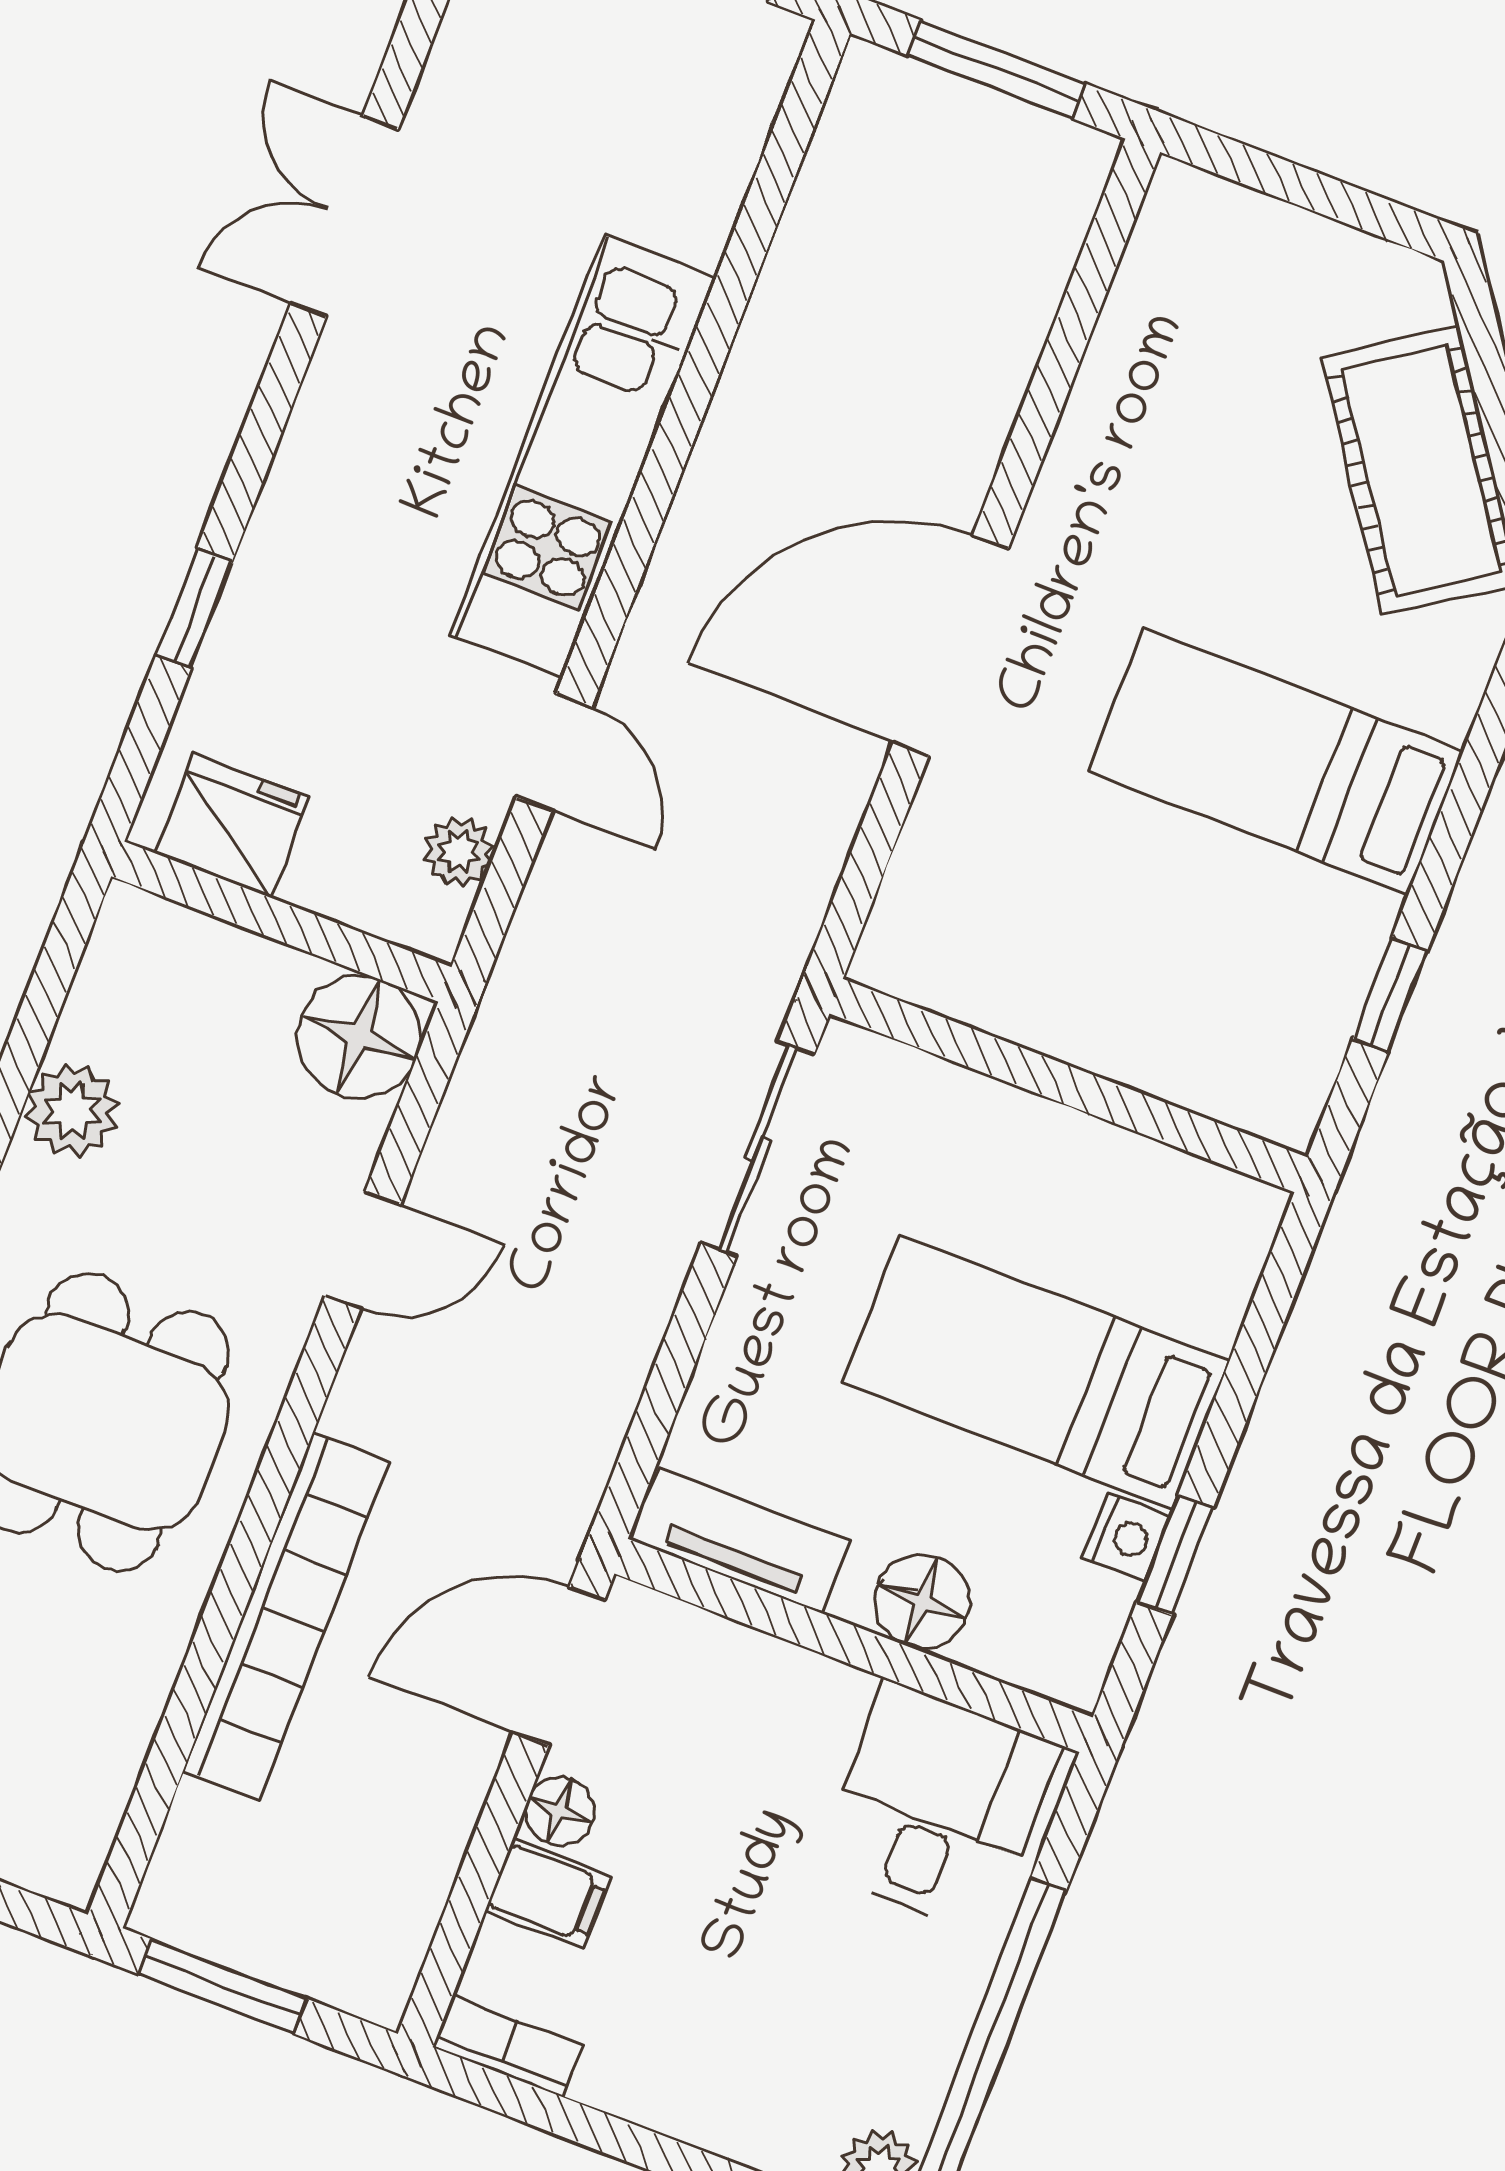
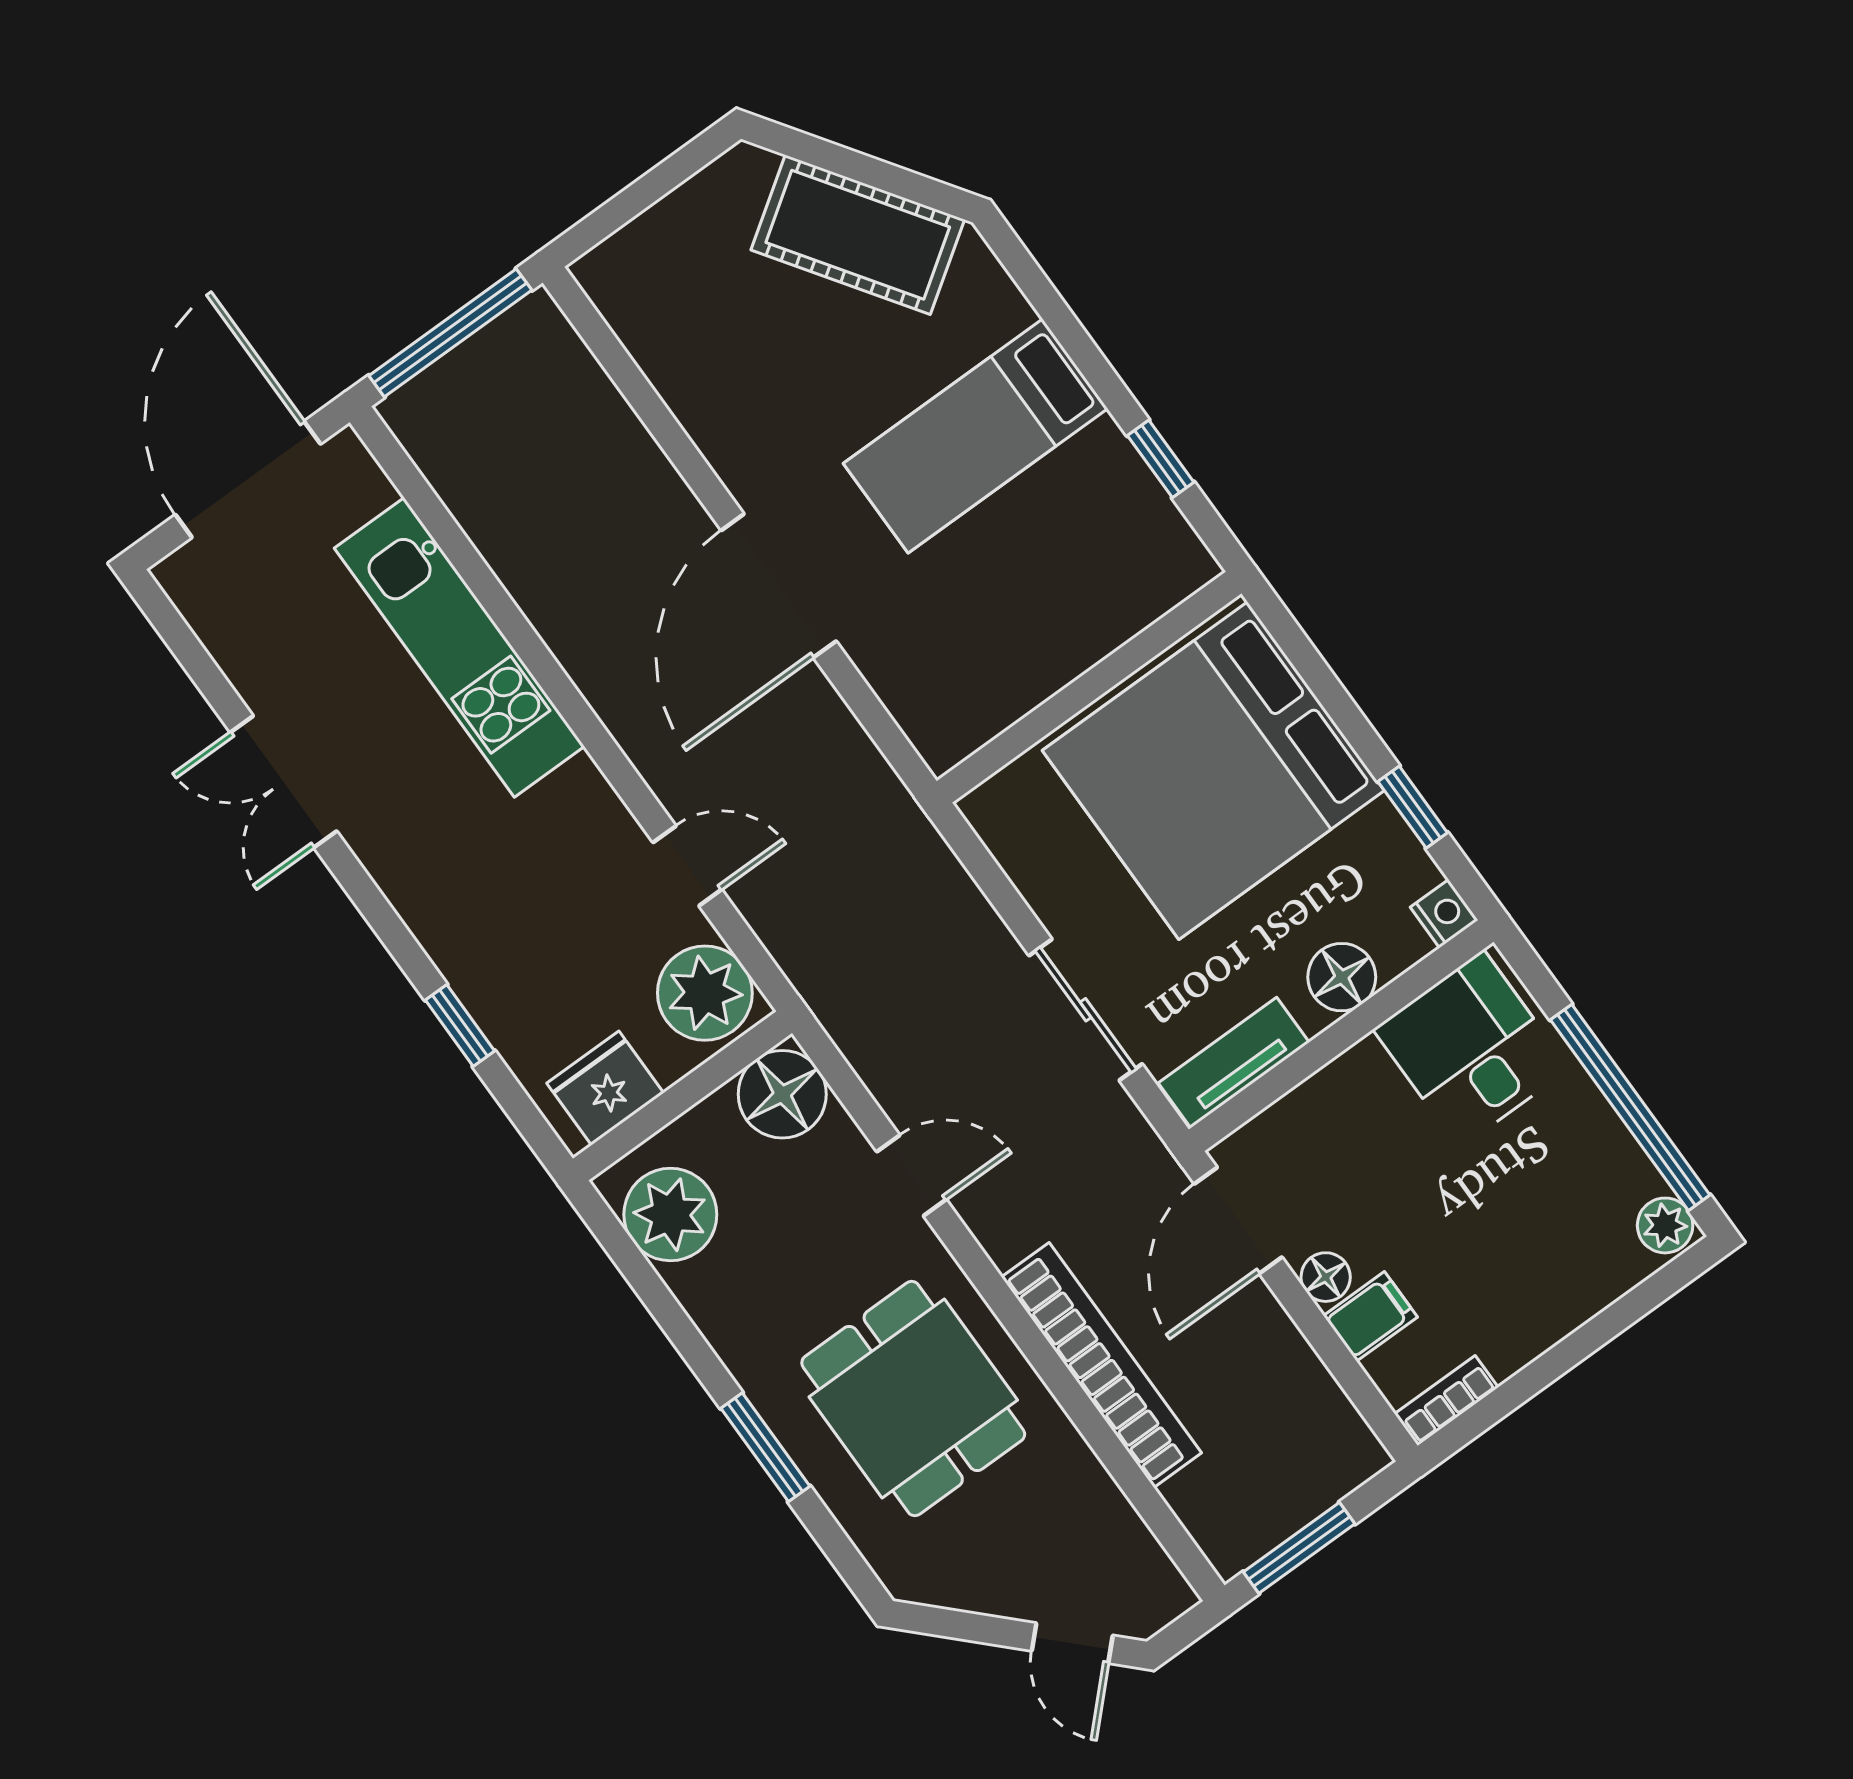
window: (996, 69) -> (450, 333), width x1.44
kitchen unit: (583, 456) -> (459, 647), moved
plant: (458, 852) -> (705, 993), width x1.87, depth x1.87
plant: (72, 1111) -> (670, 1214), moved, width x1.36, depth x1.36
sliding door: (758, 1149) -> (1086, 1010), moved
door: (363, 1250) -> (912, 1176), hinge flipped
bed: (1036, 1372) -> (1213, 771), width x2.04
nightstand: (1126, 1537) -> (1444, 914), moved

